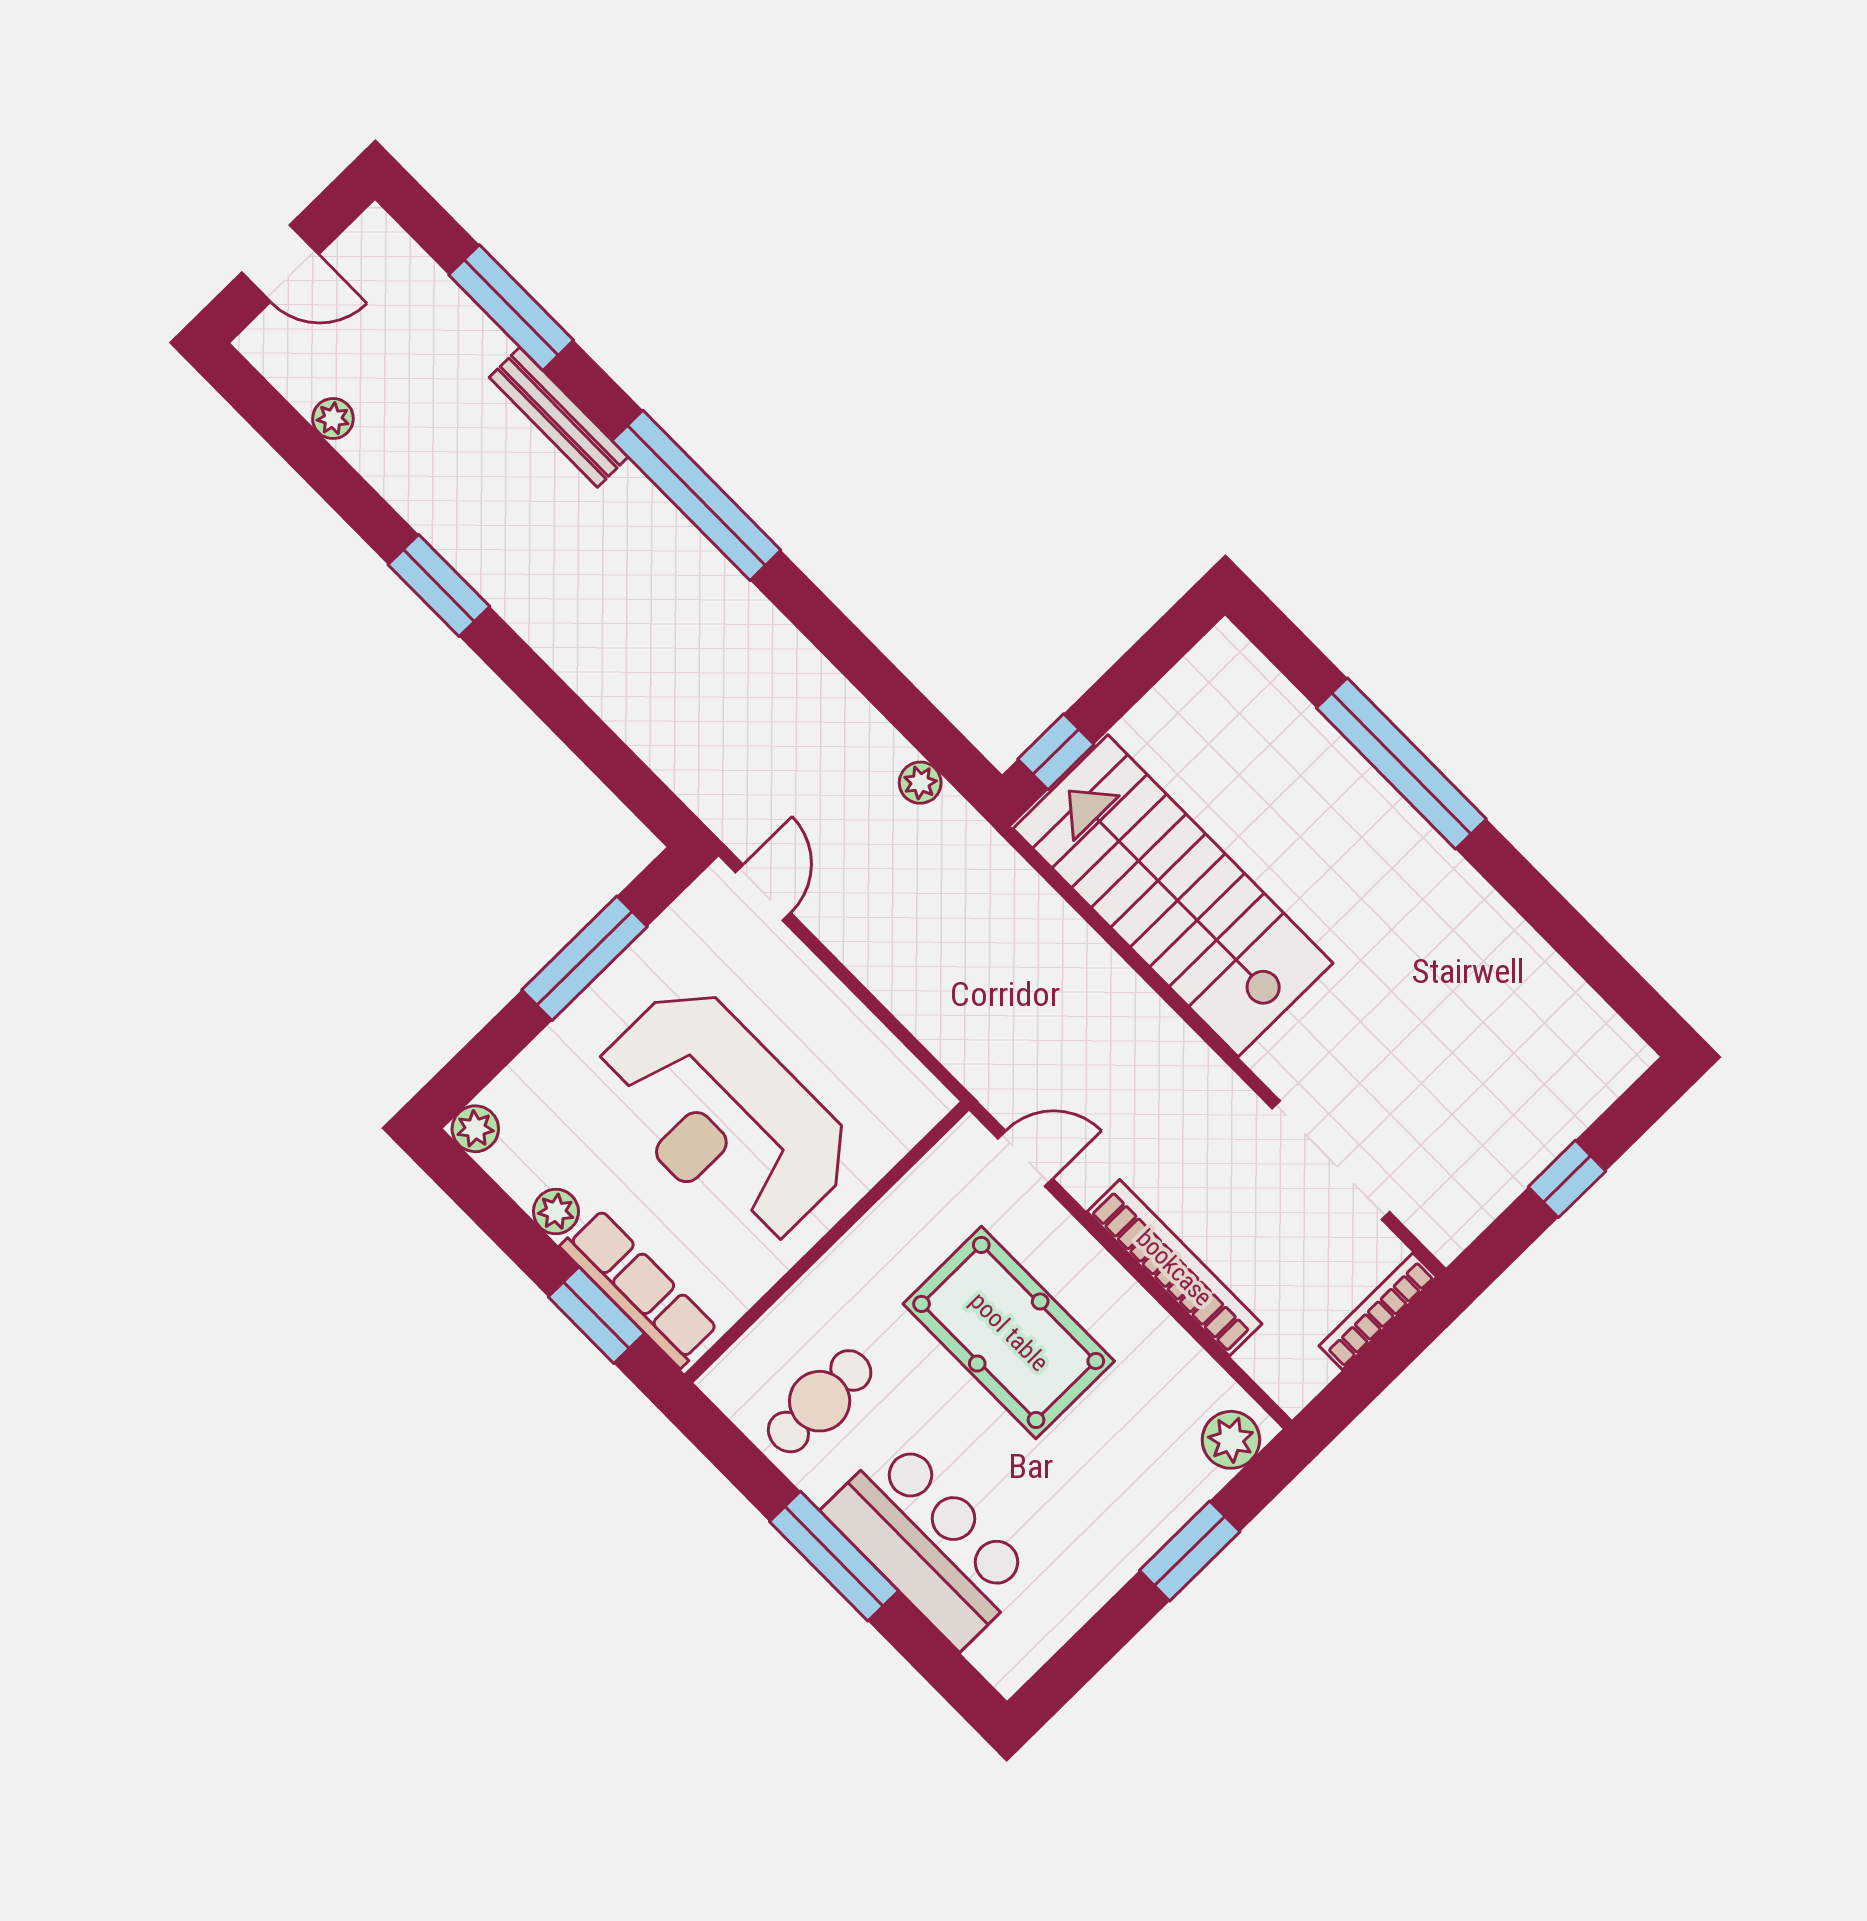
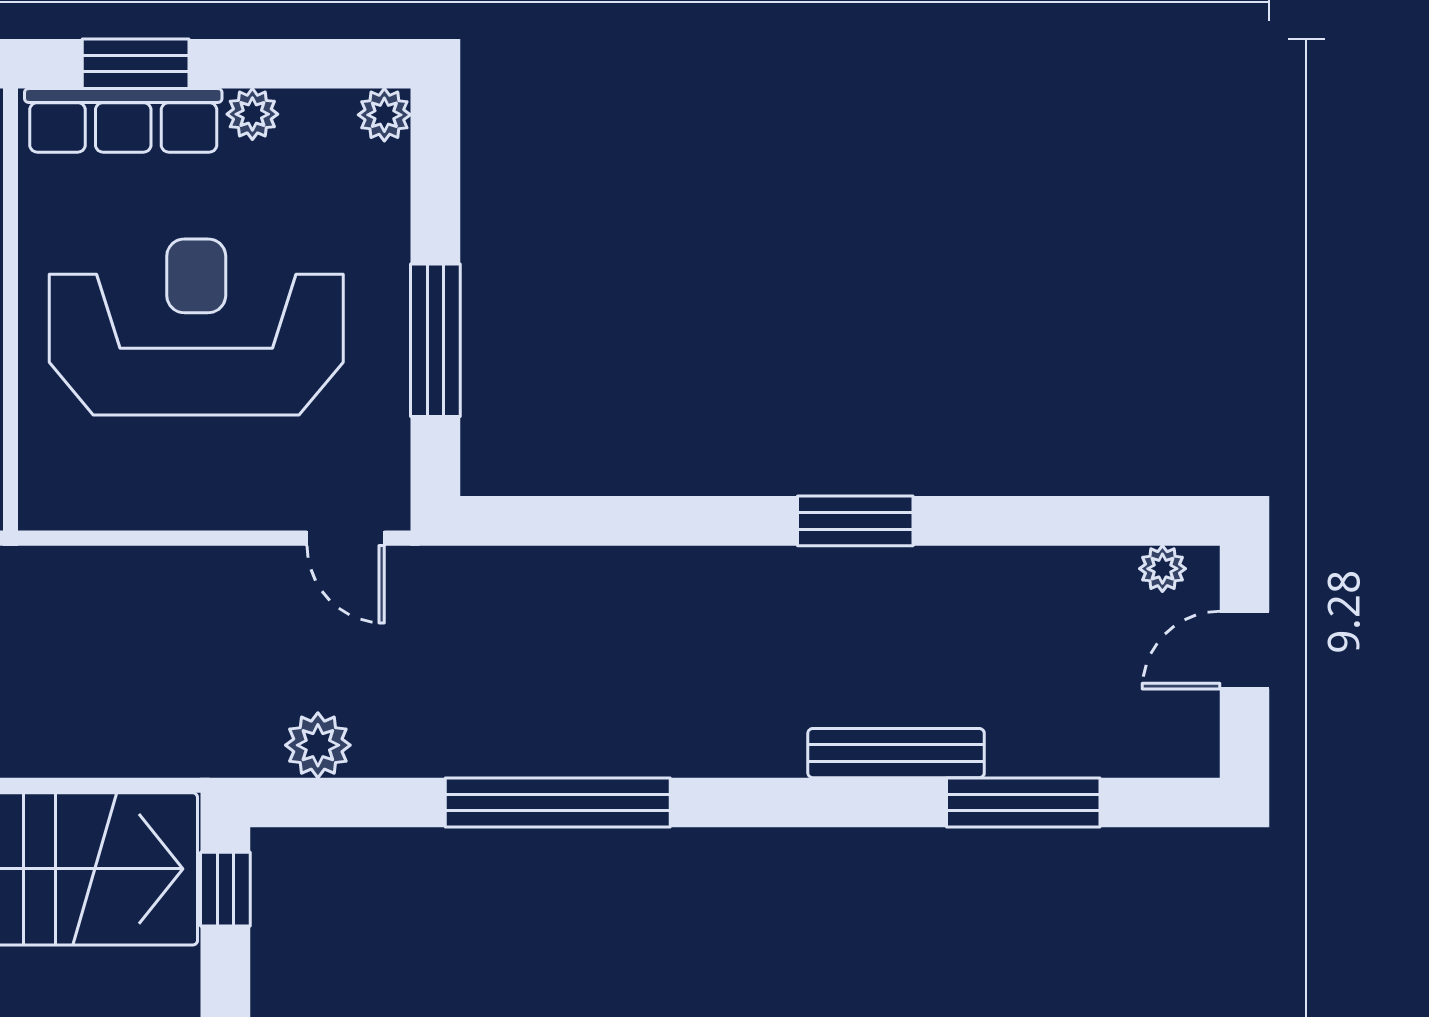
plant: (333, 419) -> (1162, 569), moved
window: (696, 495) -> (558, 802), moved
plant: (920, 783) -> (318, 745), width x1.38, depth x1.38

